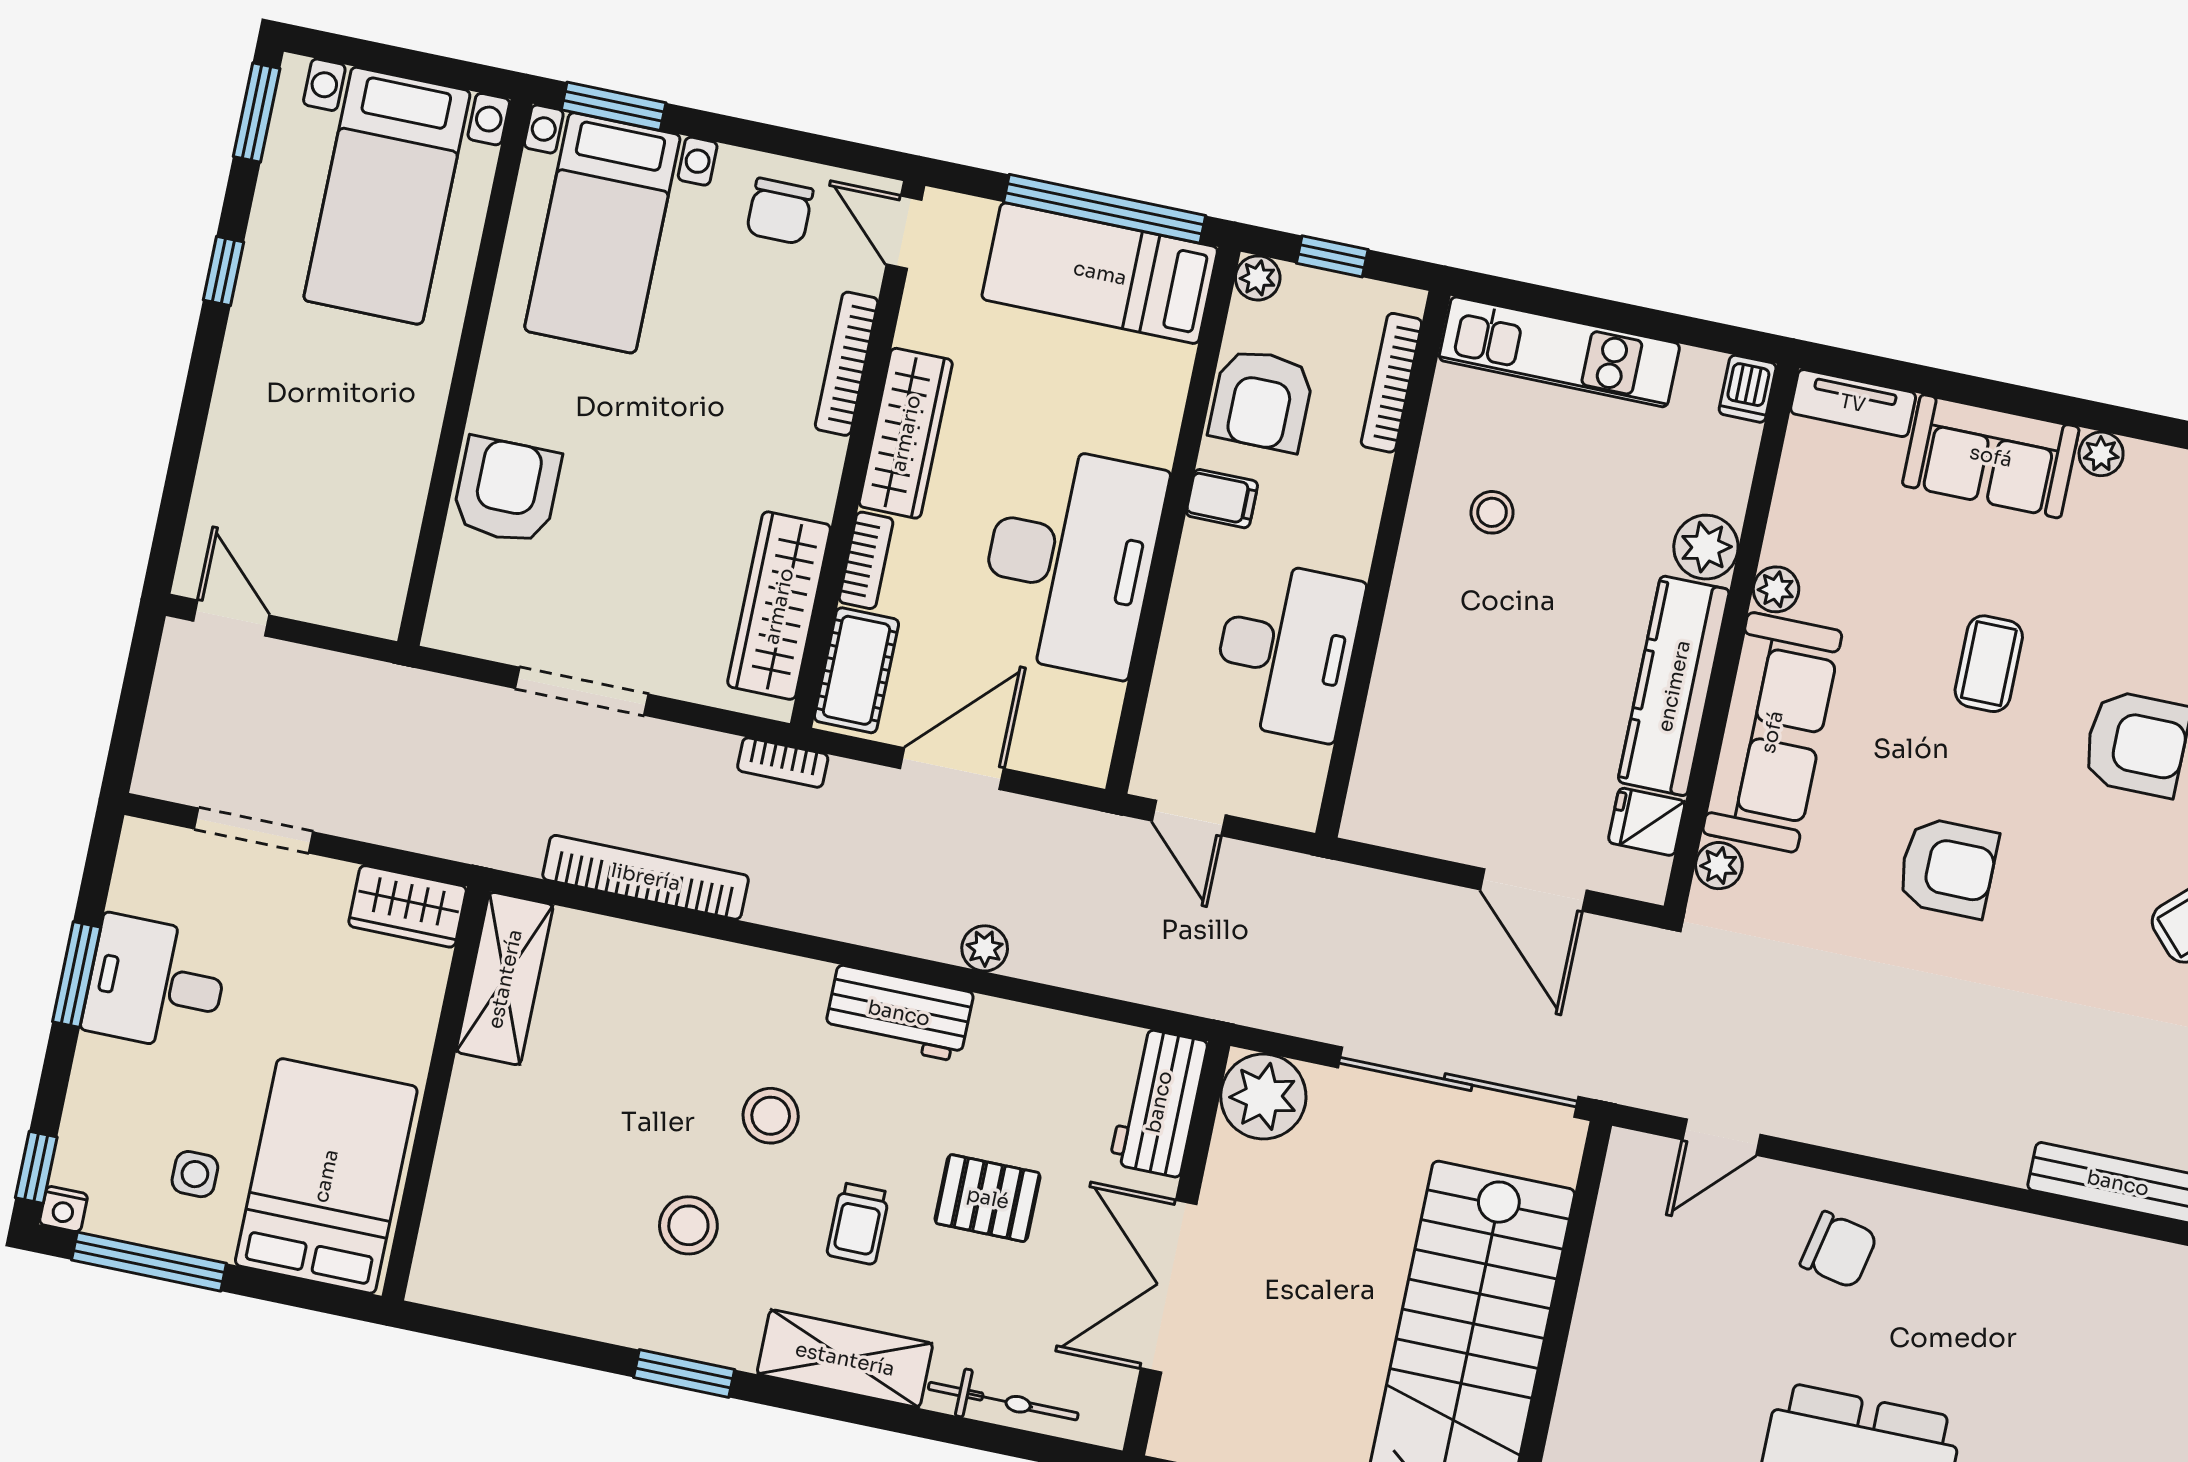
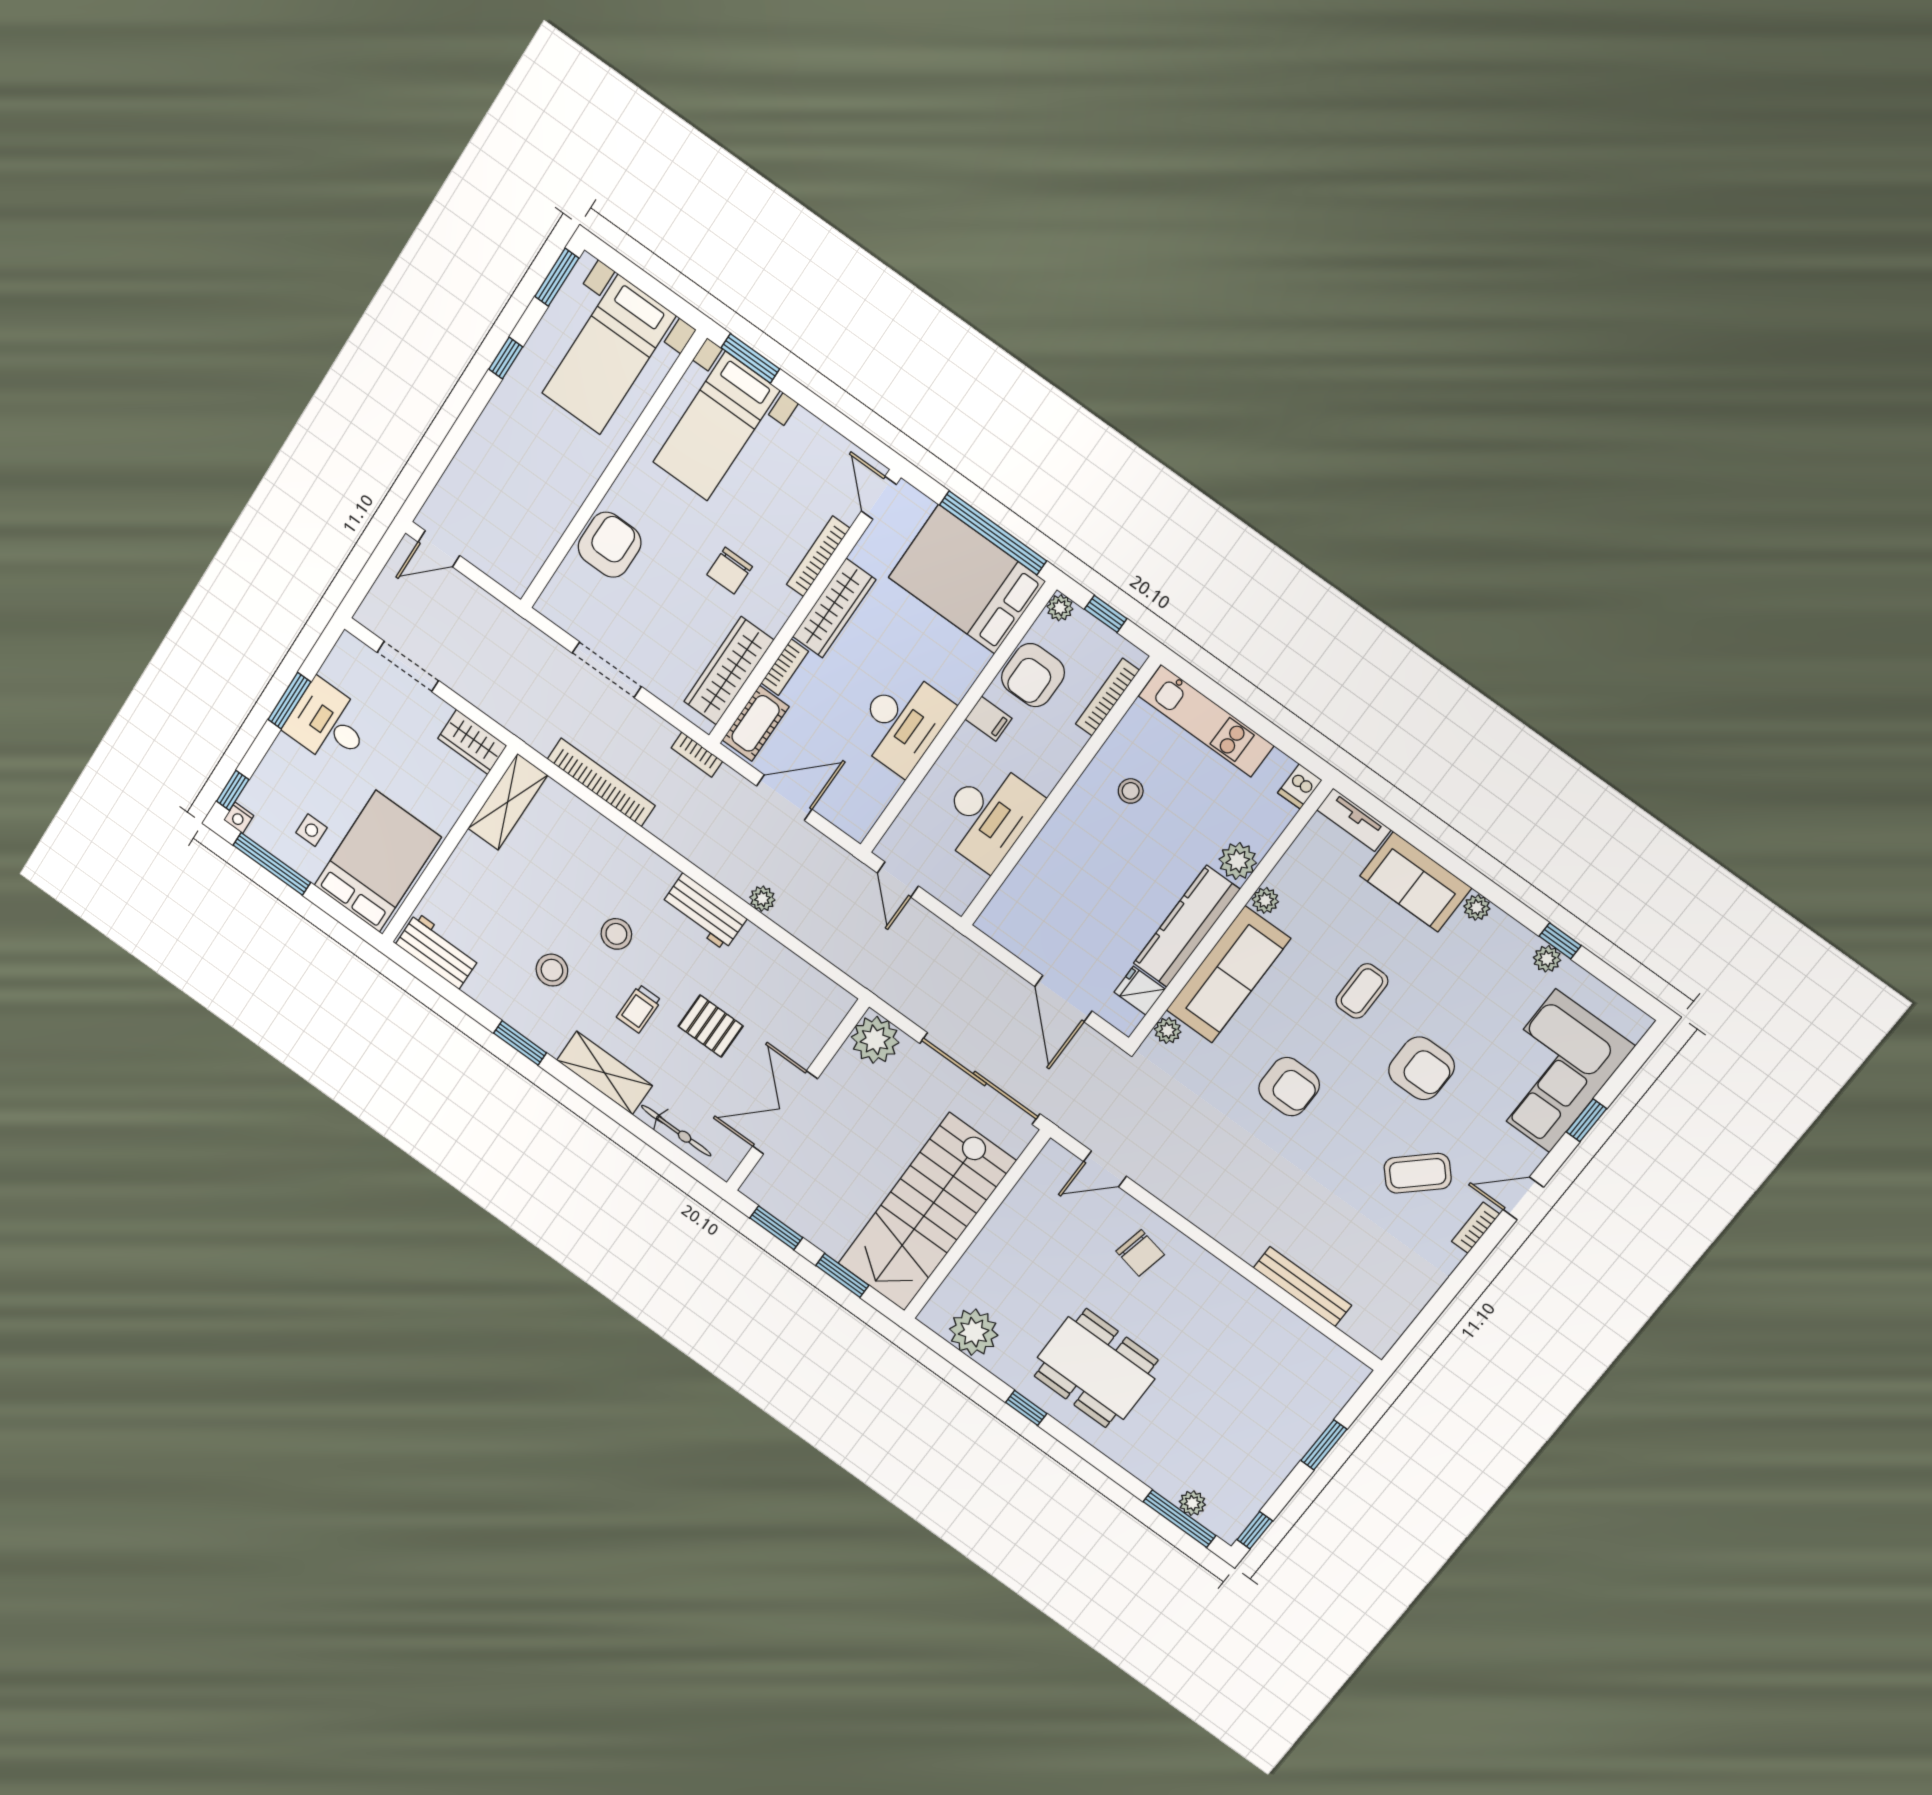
chair: (780, 211) -> (730, 571), moved
bed: (1100, 273) -> (967, 579), width x1.50
desk: (1071, 560) -> (902, 722), width x0.73, depth x0.77
door: (231, 618) -> (439, 549), swing flipped
workbench: (1159, 1102) -> (438, 951), moved, turned 90

